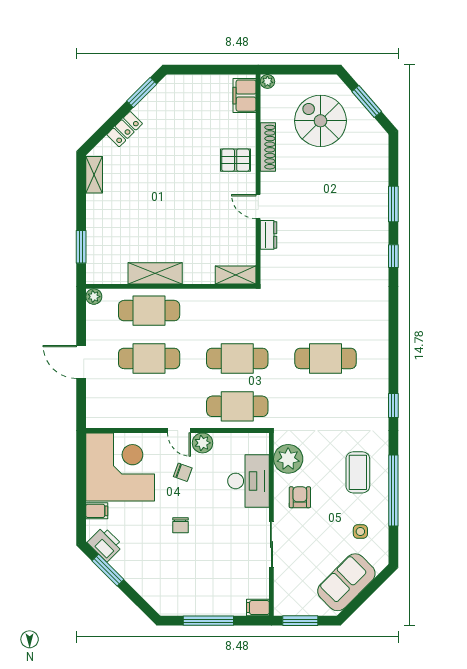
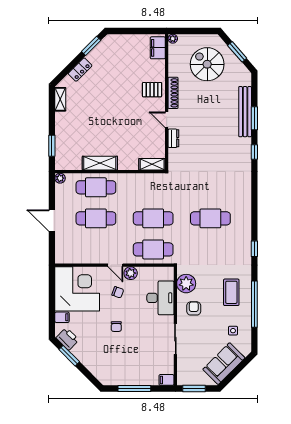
shoe rack: (268, 147) -> (173, 93), moved
bench: (379, 194) -> (245, 112), added

